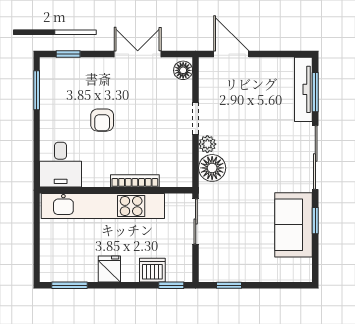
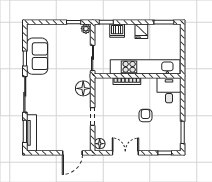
double door: (138, 54) -> (125, 153), swing flipped
door: (231, 54) -> (72, 153), hinge flipped
plant: (207, 144) -> (86, 29), moved

